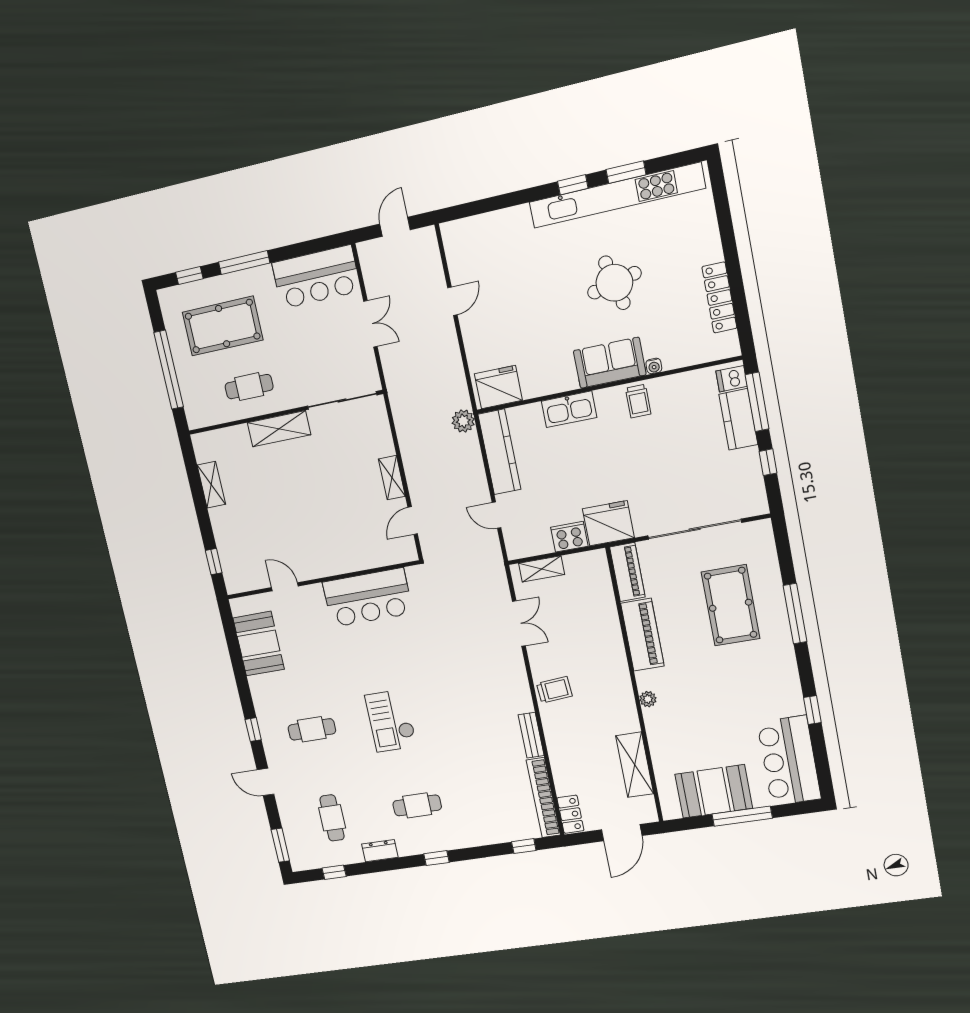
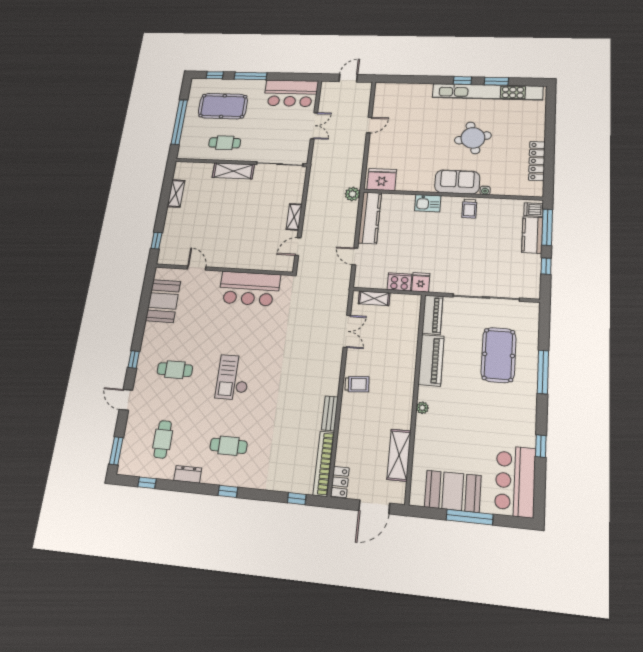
kitchen sink: (569, 409) -> (428, 203), width x0.73
fridge: (608, 523) -> (421, 282), width x0.53, depth x0.75

